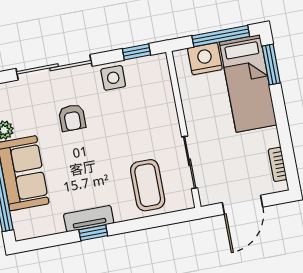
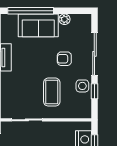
window: (136, 52) -> (94, 91), moved
coffee table: (148, 185) -> (52, 92), moved, turned 90

